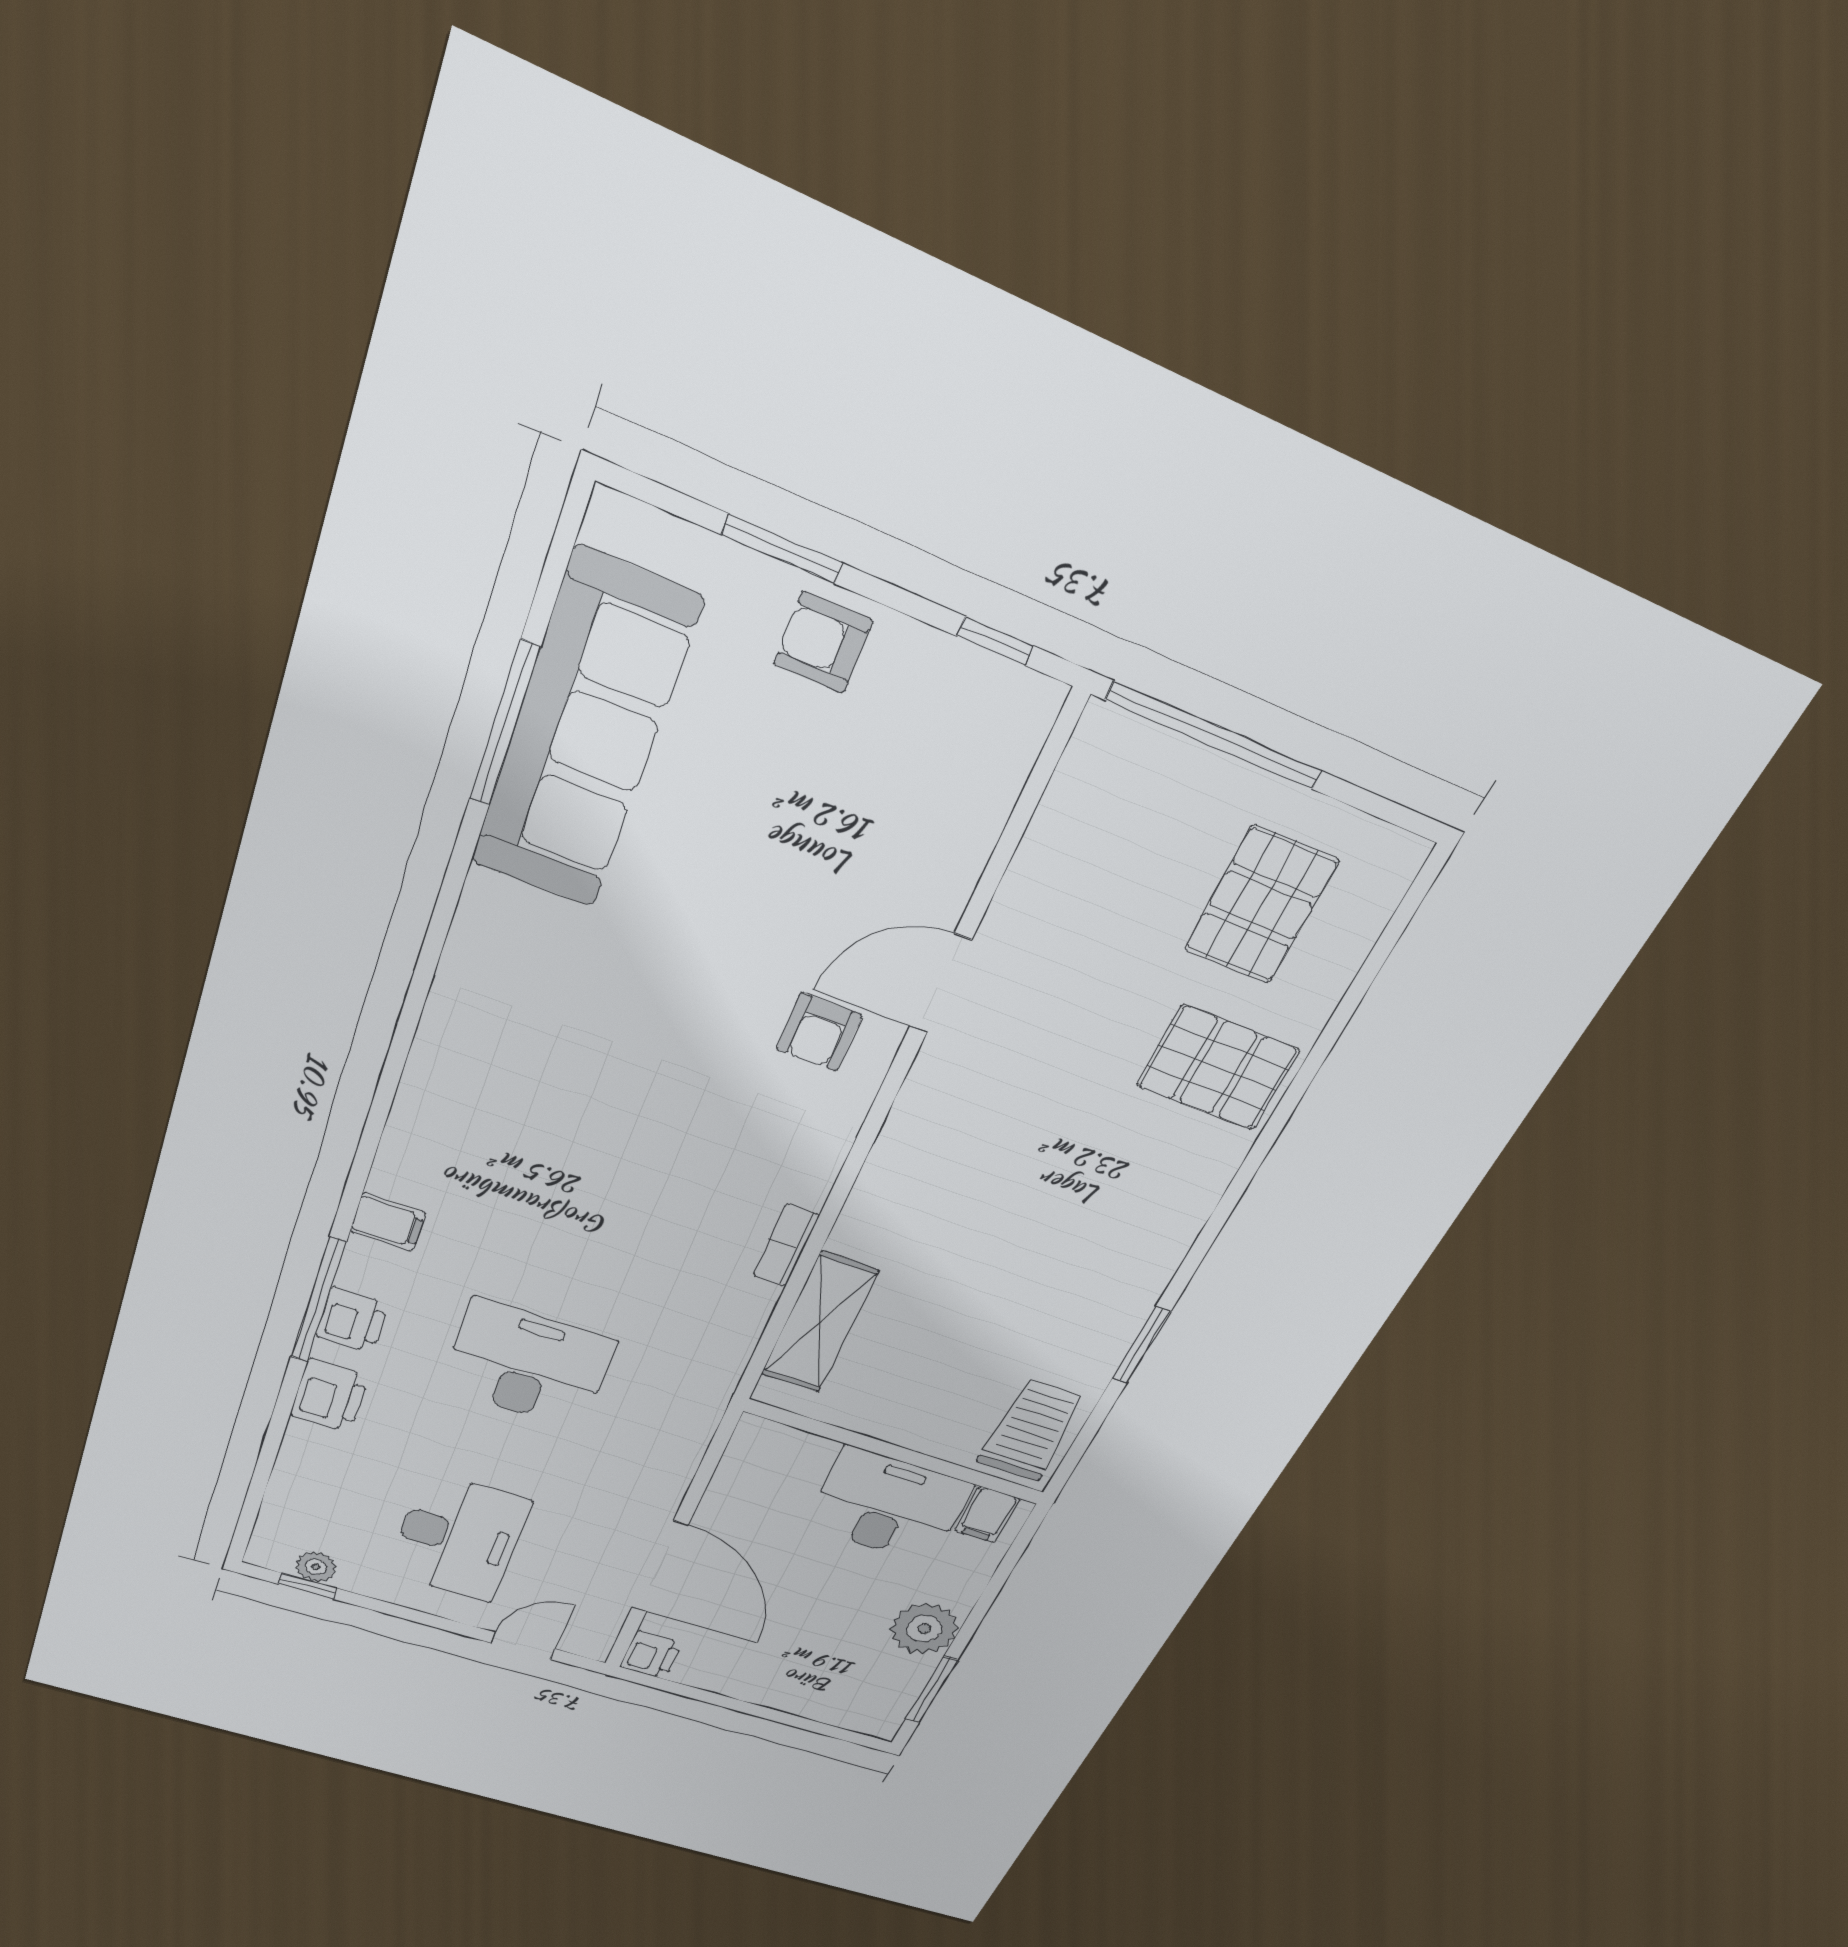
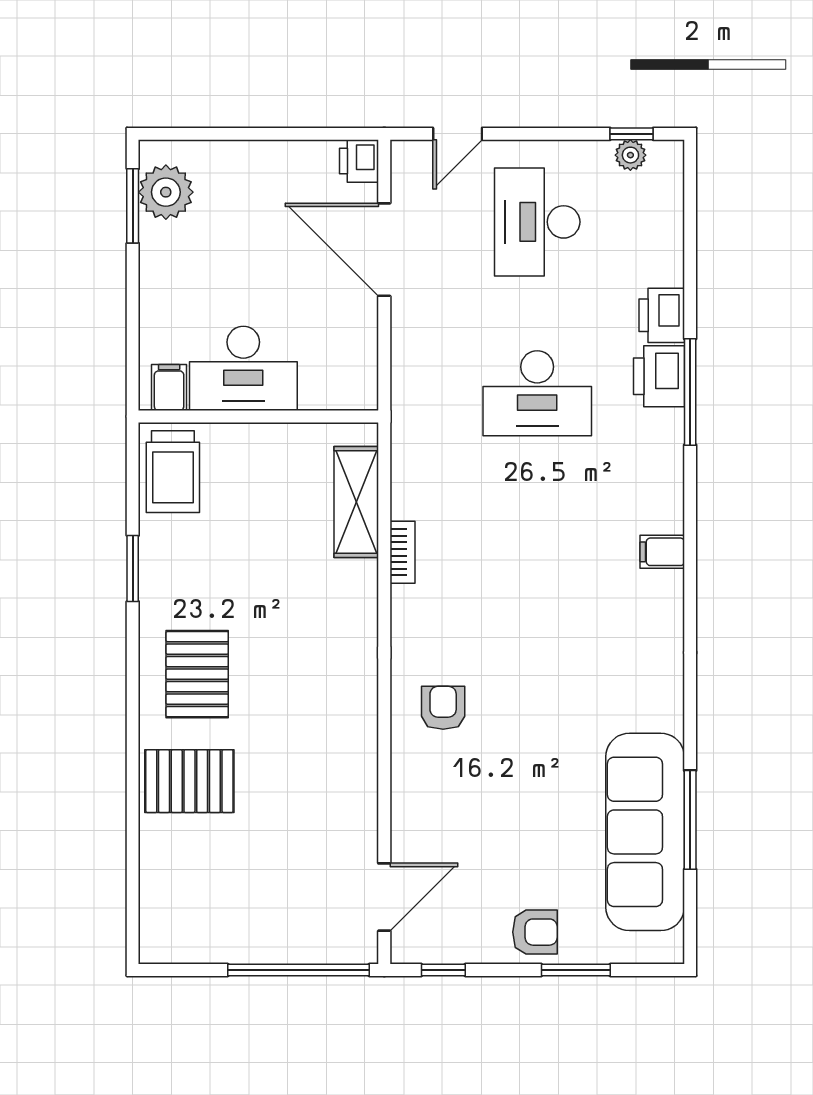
pallet: (1261, 905) -> (197, 674), moved
door: (940, 984) -> (384, 897), moved
filing cabinet: (388, 1222) -> (662, 552), moved
printer: (352, 1320) -> (659, 376), width x1.36, depth x1.24
plant: (924, 1629) -> (166, 192), moved

